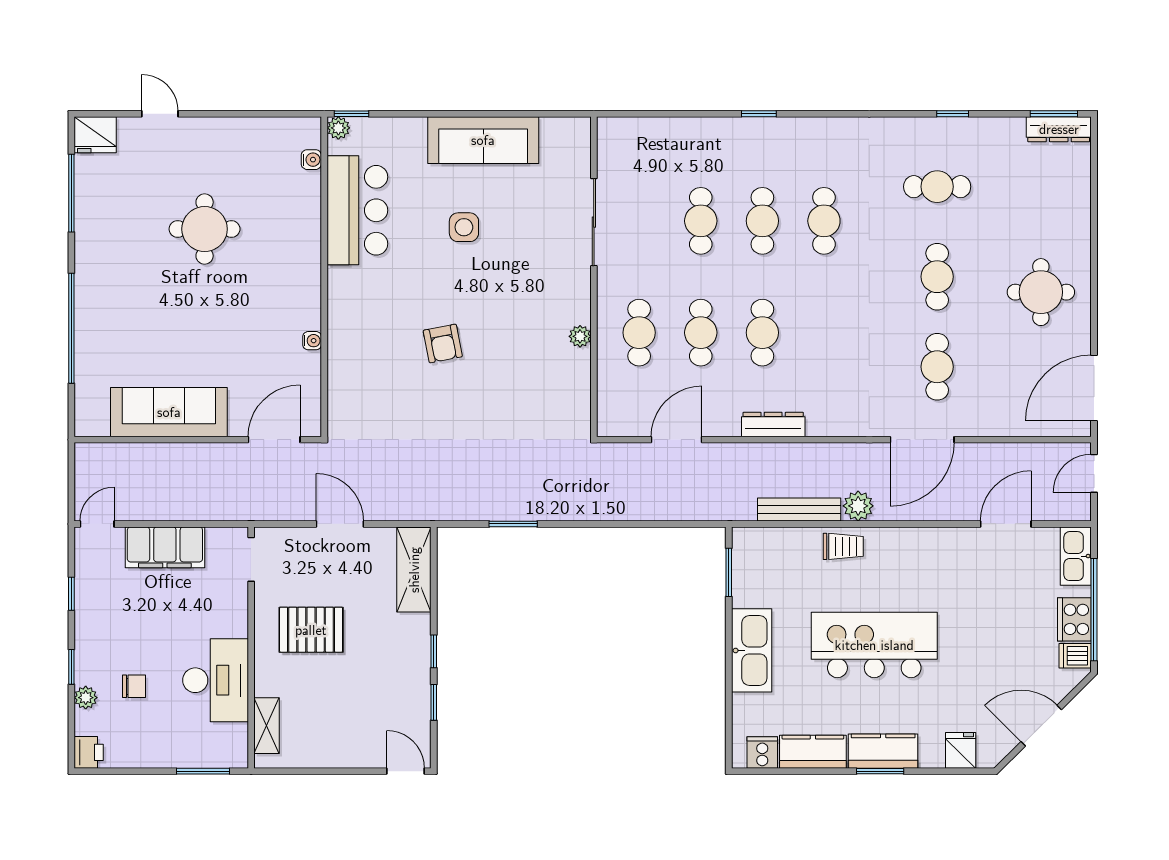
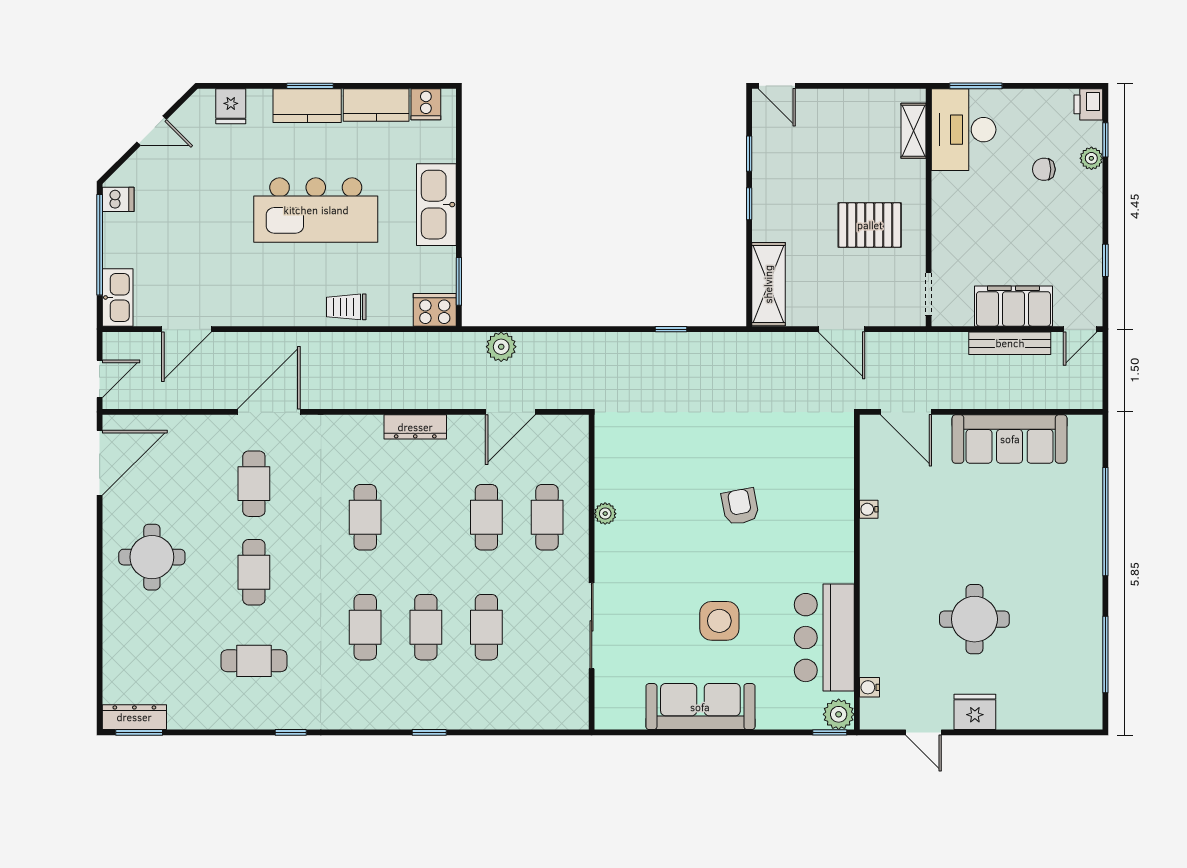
door: (160, 114) -> (924, 732), moved
window: (953, 114) -> (291, 732), moved
plant: (338, 128) -> (839, 714), width x1.38, depth x1.38
fridge: (95, 135) -> (975, 712), moved
side table: (464, 227) -> (719, 621), width x1.37, depth x1.37
cafe table: (762, 333) -> (365, 517), moved
door: (274, 440) -> (906, 412), hinge flipped
plant: (858, 506) -> (501, 347), moved
bench: (799, 510) -> (1010, 343), moved
window: (513, 524) -> (671, 329), width x0.67
cooker: (1074, 619) -> (435, 310), moved, turned -90
window: (71, 667) -> (1105, 140), moved
desk: (216, 680) -> (964, 130), moved
door: (1041, 726) -> (152, 131), width x0.73

